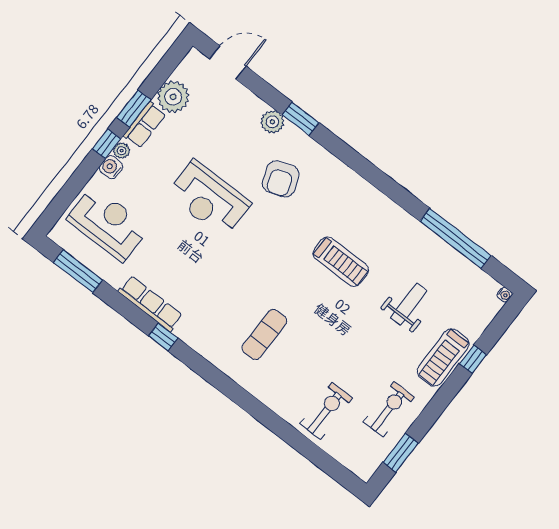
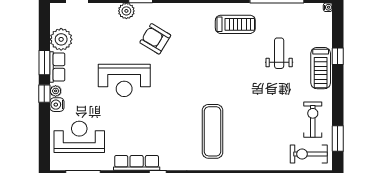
armchair: (281, 179) -> (155, 39), turned 141
treadmill: (341, 262) -> (235, 24), moved
exercise mat: (264, 334) -> (213, 131), width x1.36, depth x1.45
exercise bike: (326, 411) -> (309, 154), moved, turned -90

